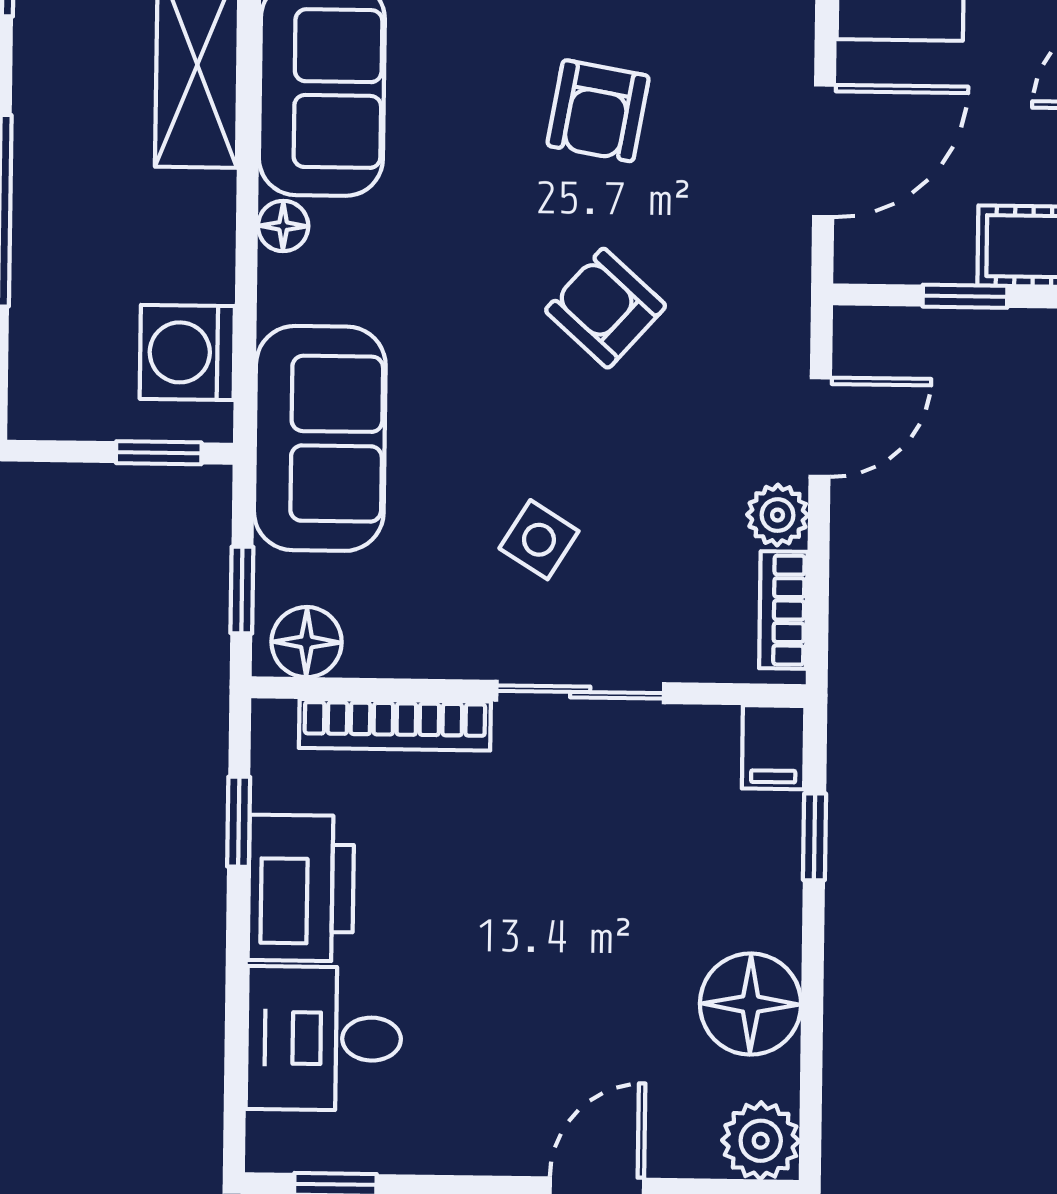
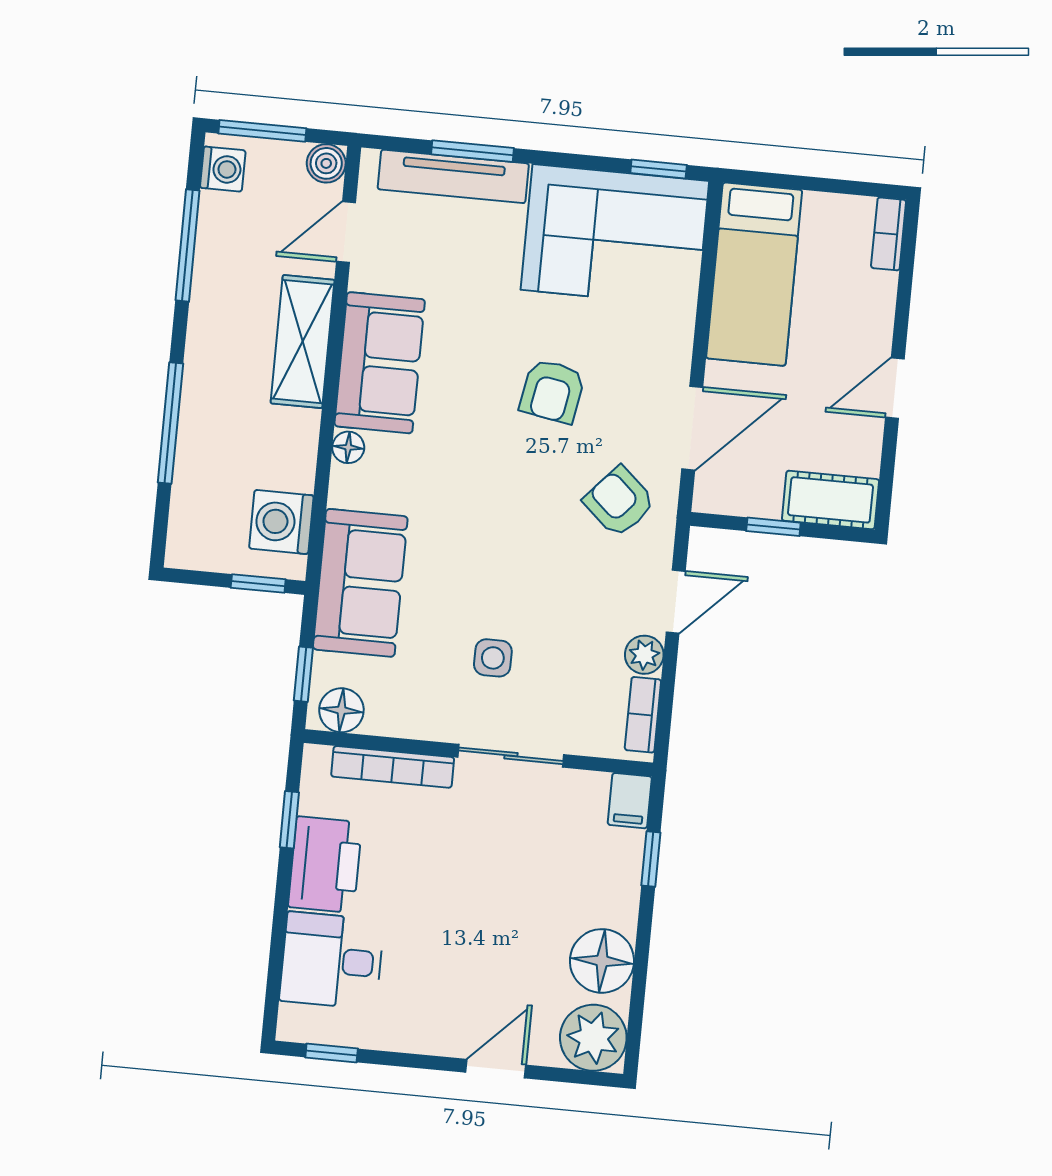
armchair: (606, 308) -> (619, 502), moved
side table: (539, 540) -> (493, 658), turned -32
plant: (761, 1141) -> (593, 1038), width x1.36, depth x1.36

